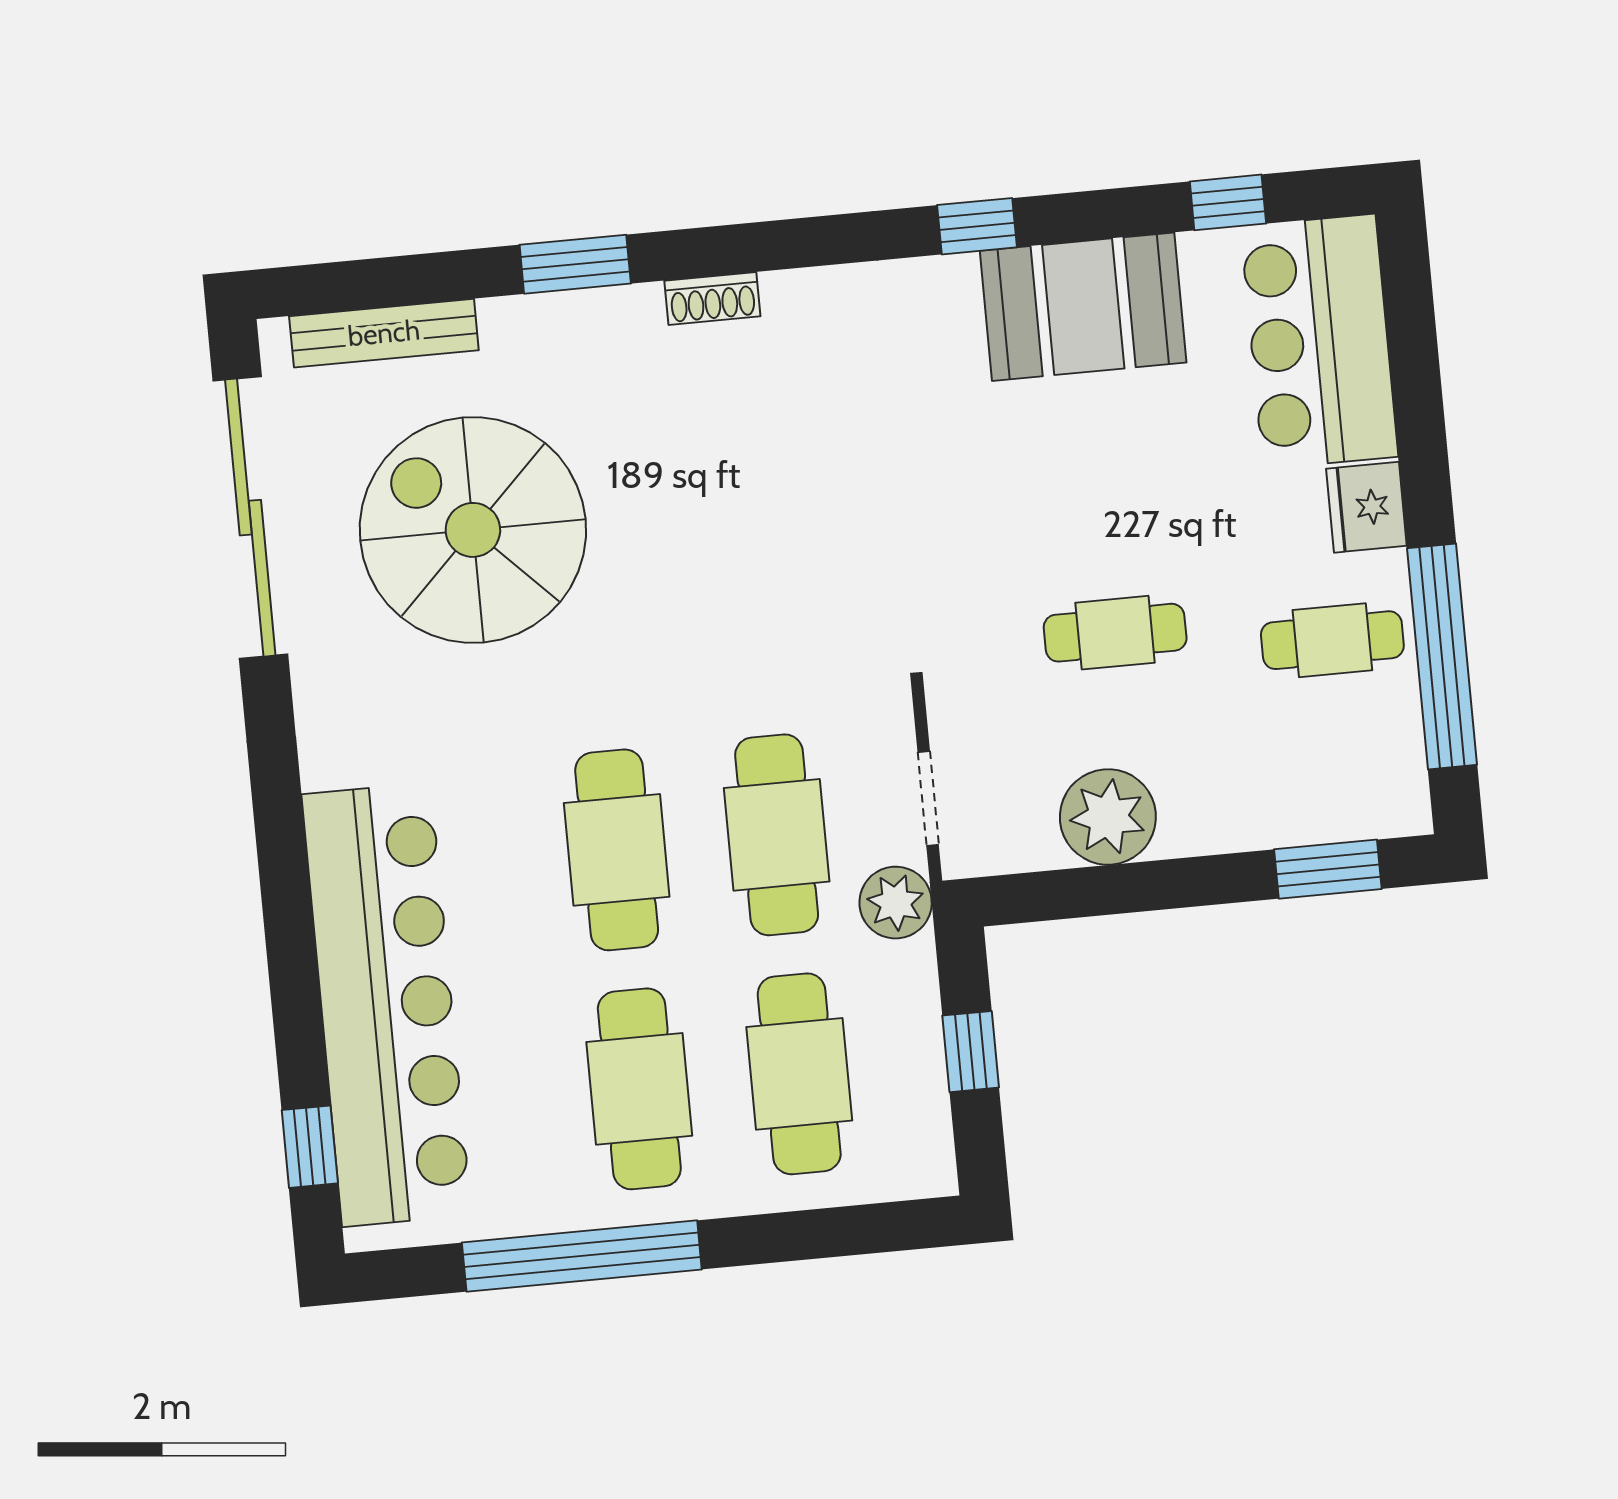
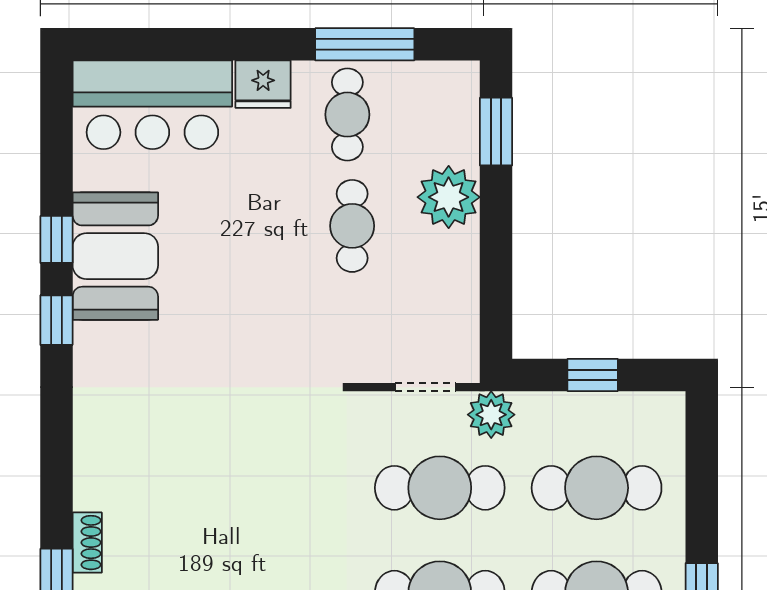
window: (1228, 202) -> (56, 239), moved
shoe rack: (712, 299) -> (87, 543), moved
cafe table: (1115, 633) -> (352, 226), moved
window: (1442, 657) -> (365, 44), width x0.68
plant: (1108, 817) -> (449, 197), moved

